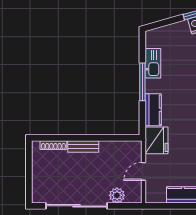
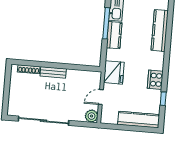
kitchen counter: (153, 110) -> (114, 35), moved
plant: (117, 195) -> (92, 116), moved

